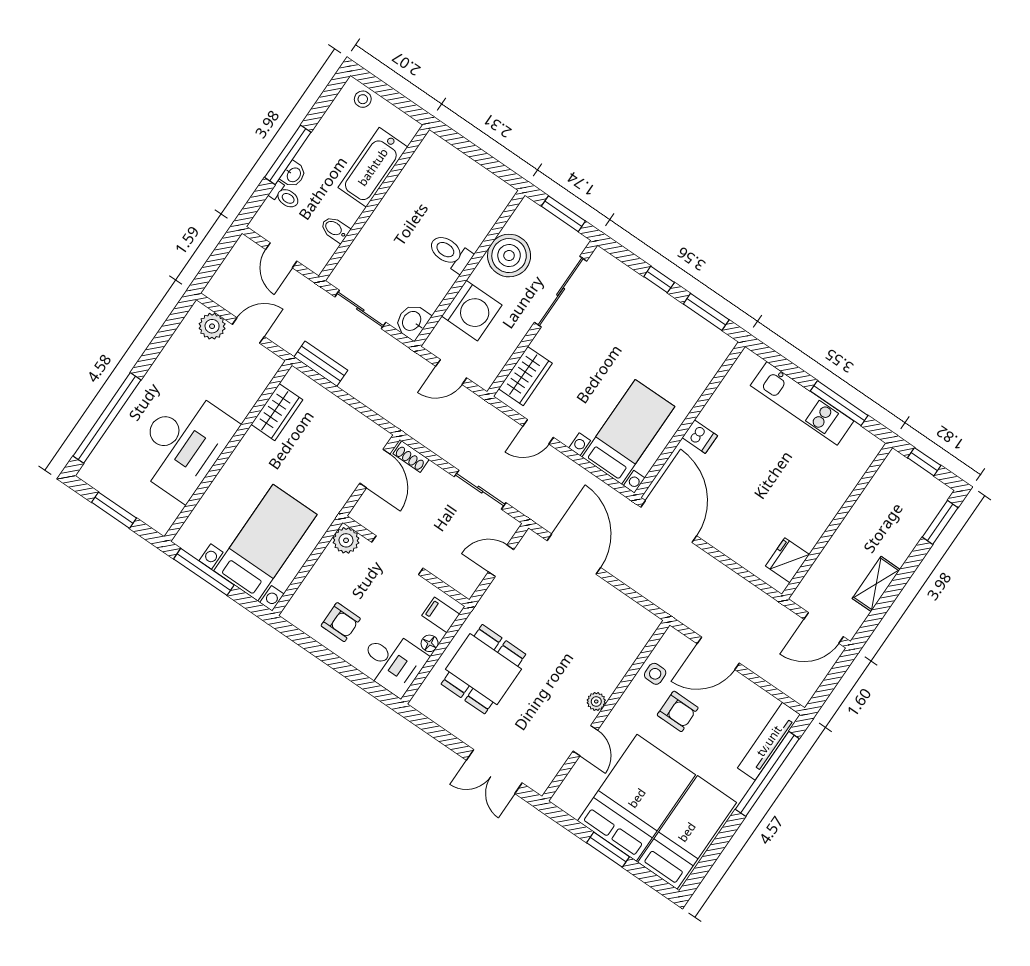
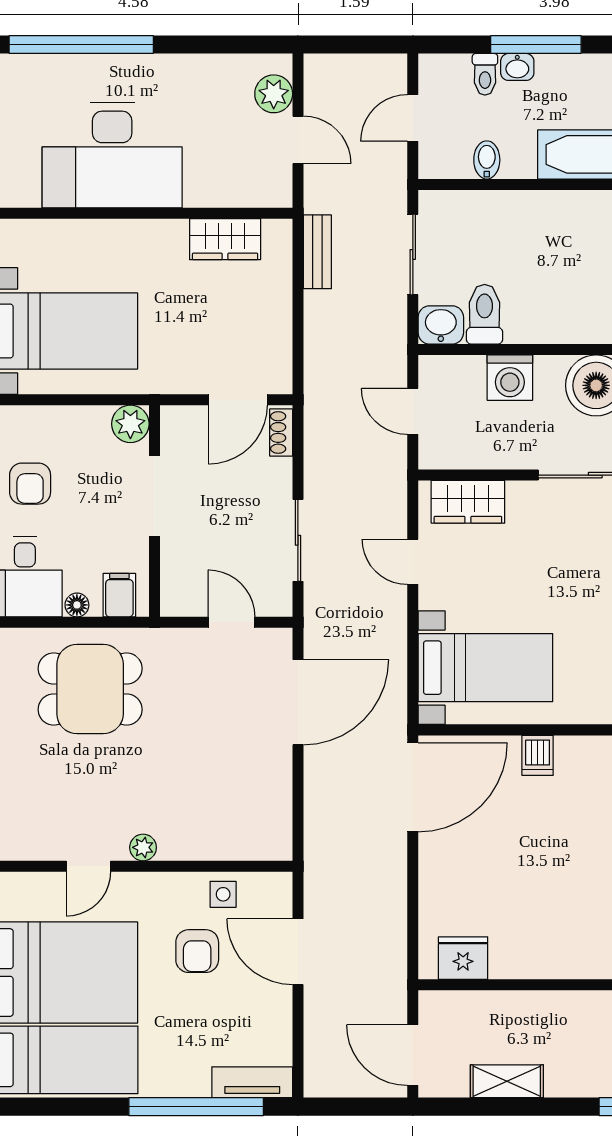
toilet: (450, 253) -> (485, 314), moved
washing machine: (472, 311) -> (510, 378), width x0.73, depth x0.73
tv unit: (769, 741) -> (252, 1082), width x0.71

